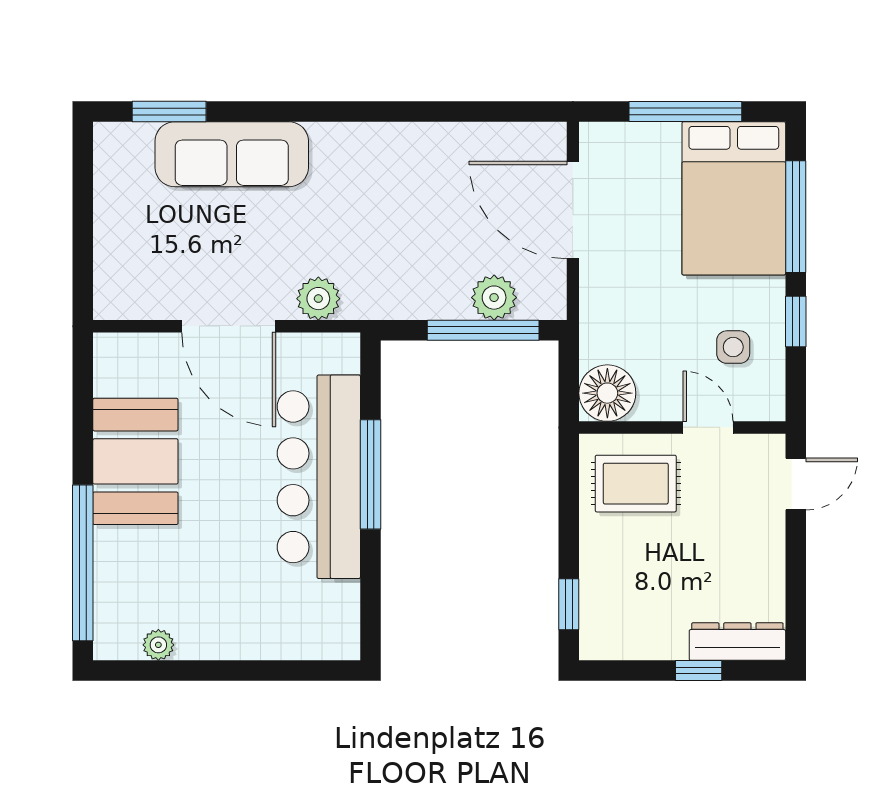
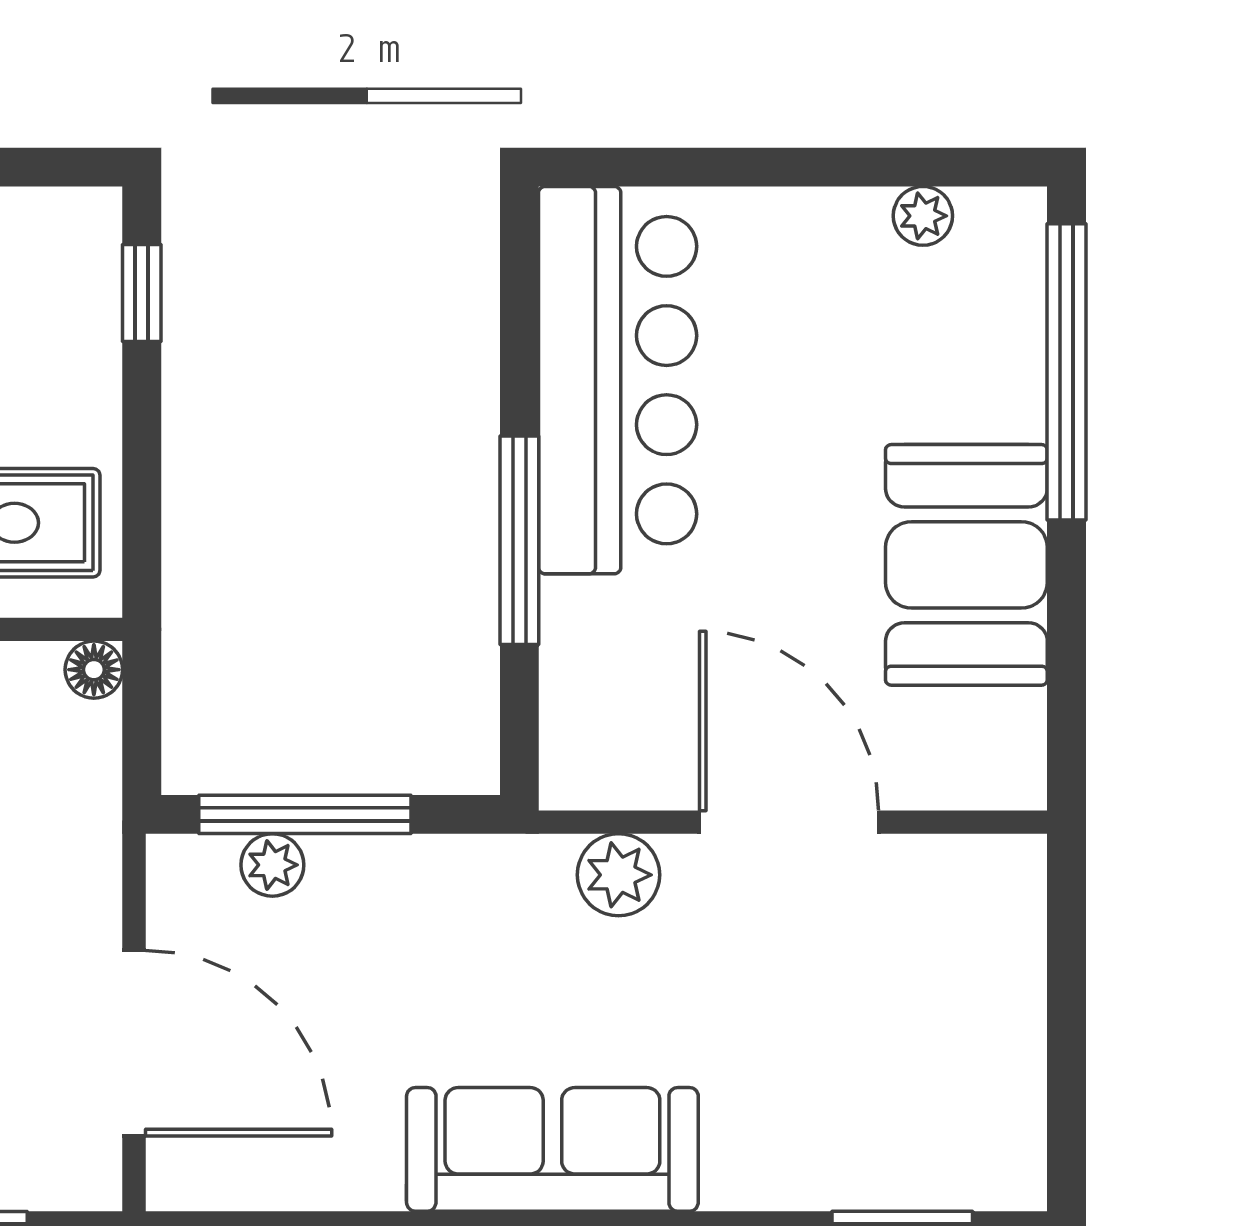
sofa: (232, 154) -> (552, 1149), moved
plant: (494, 298) -> (272, 865), width x0.73, depth x0.73
floor lamp: (607, 393) -> (94, 670), width x0.53, depth x0.53
bar counter: (319, 477) -> (618, 380), moved

